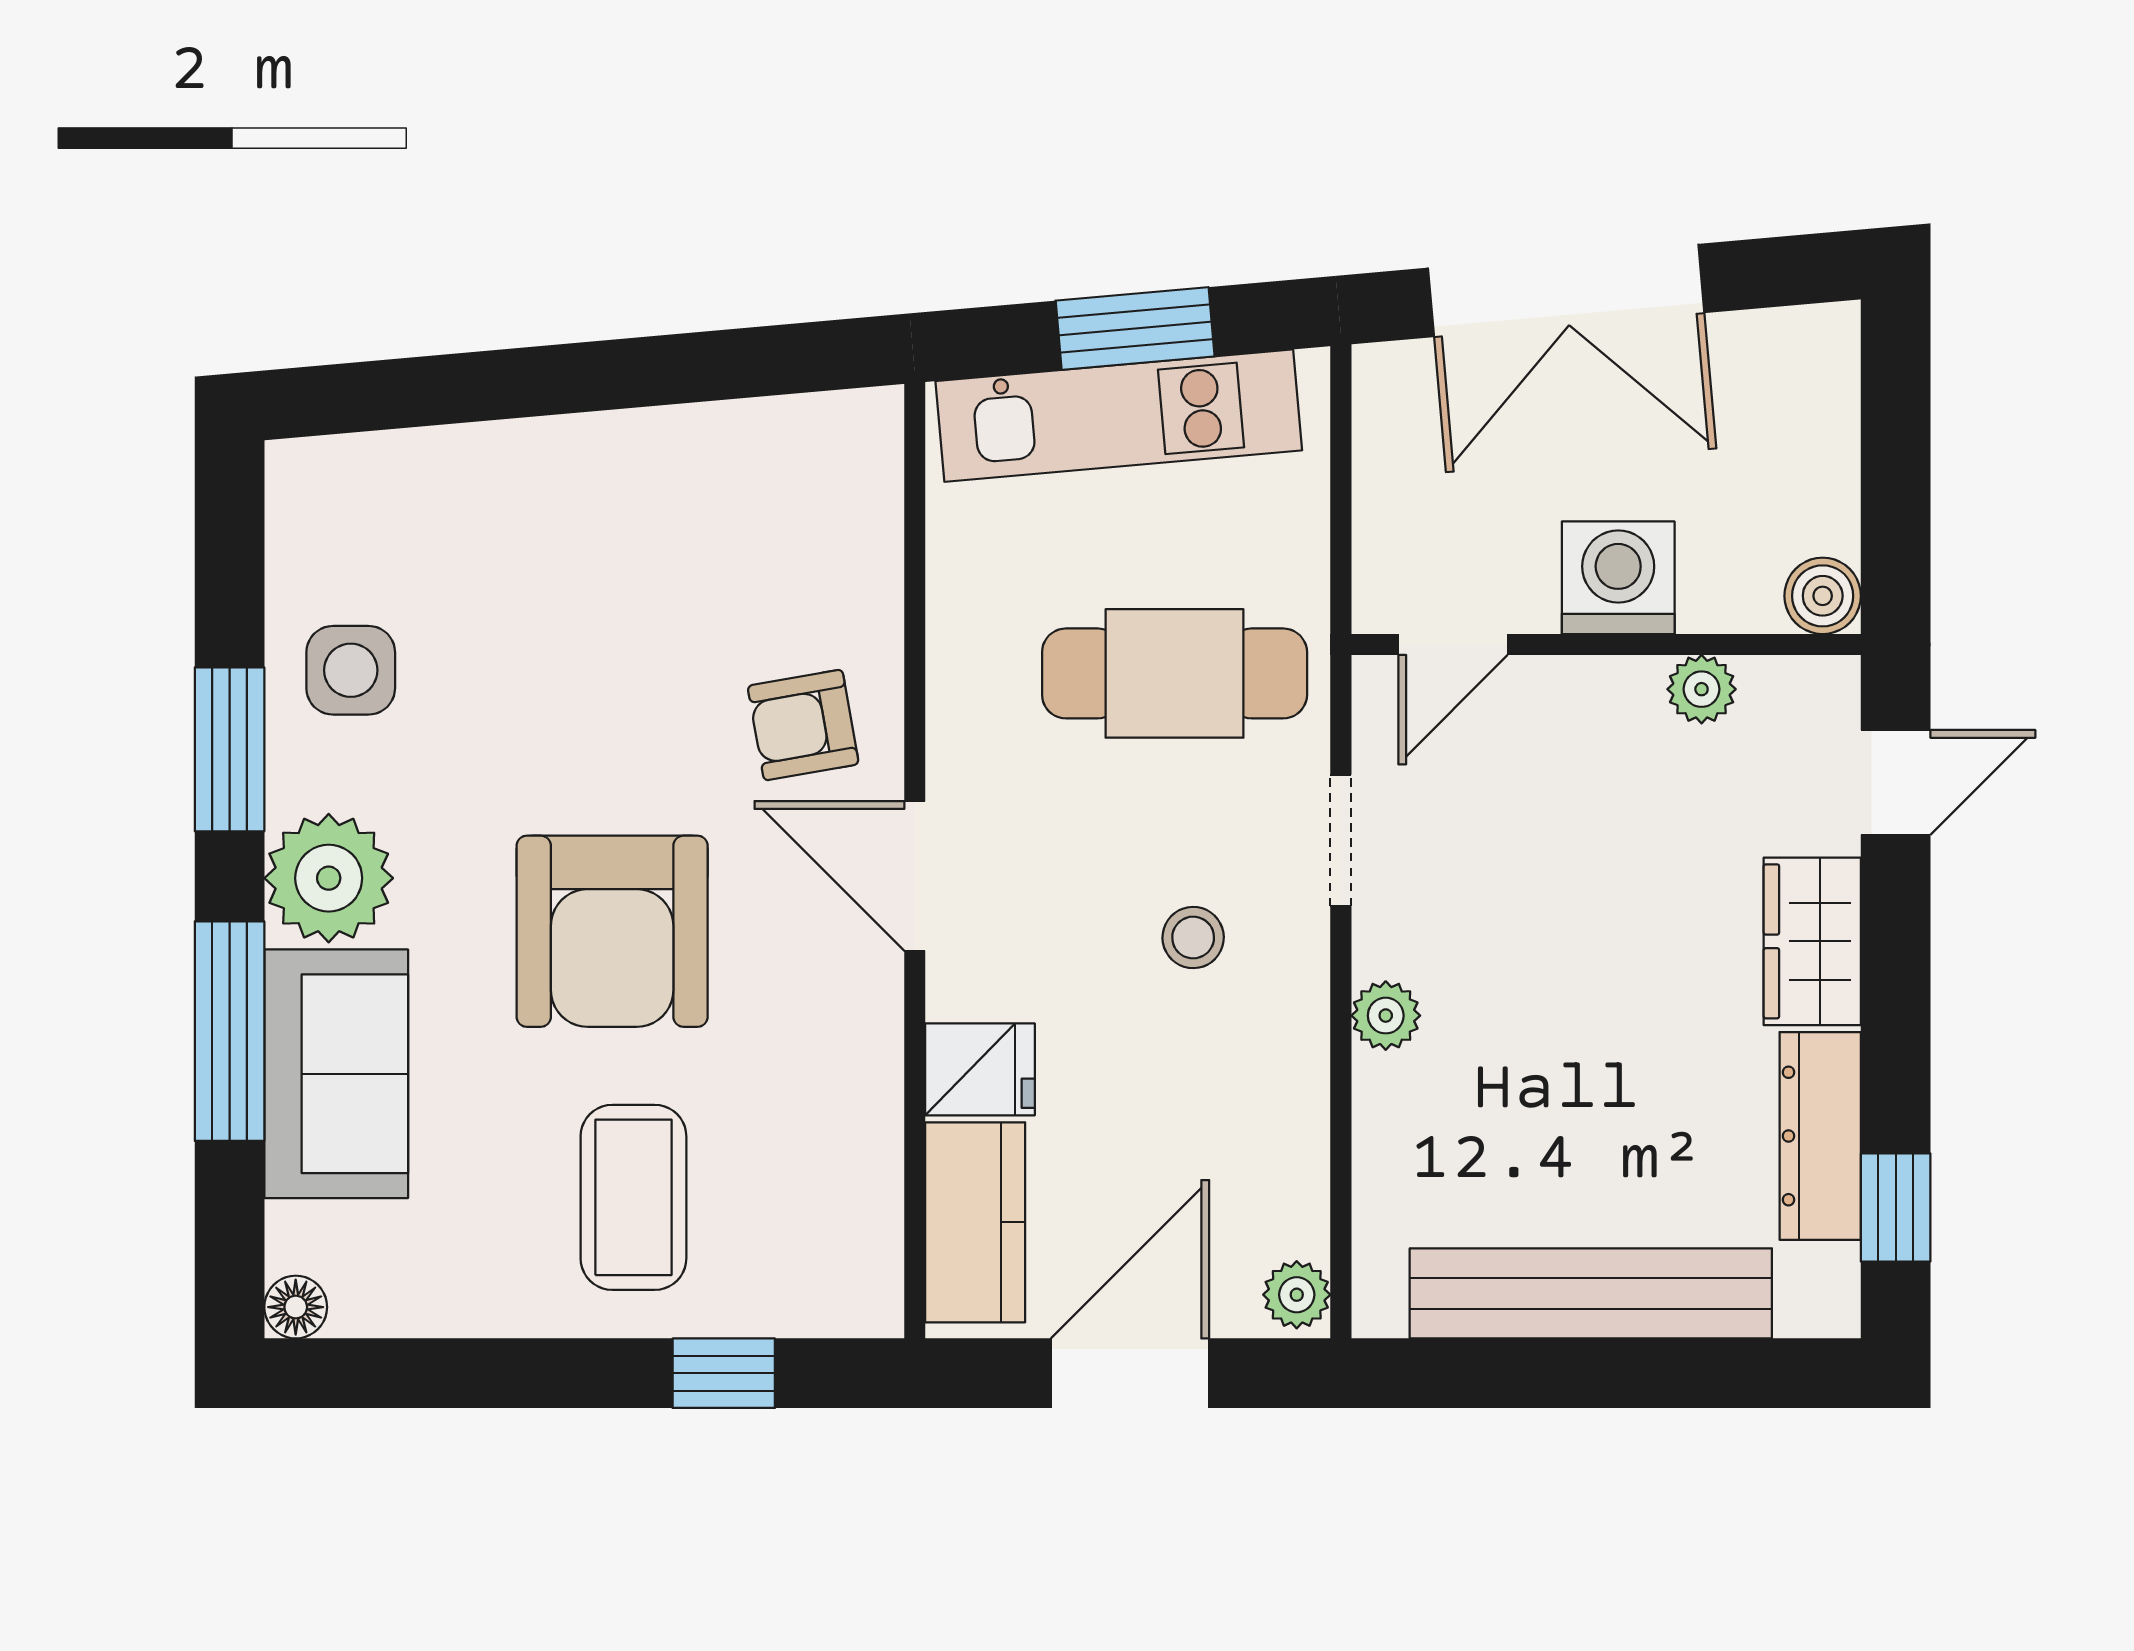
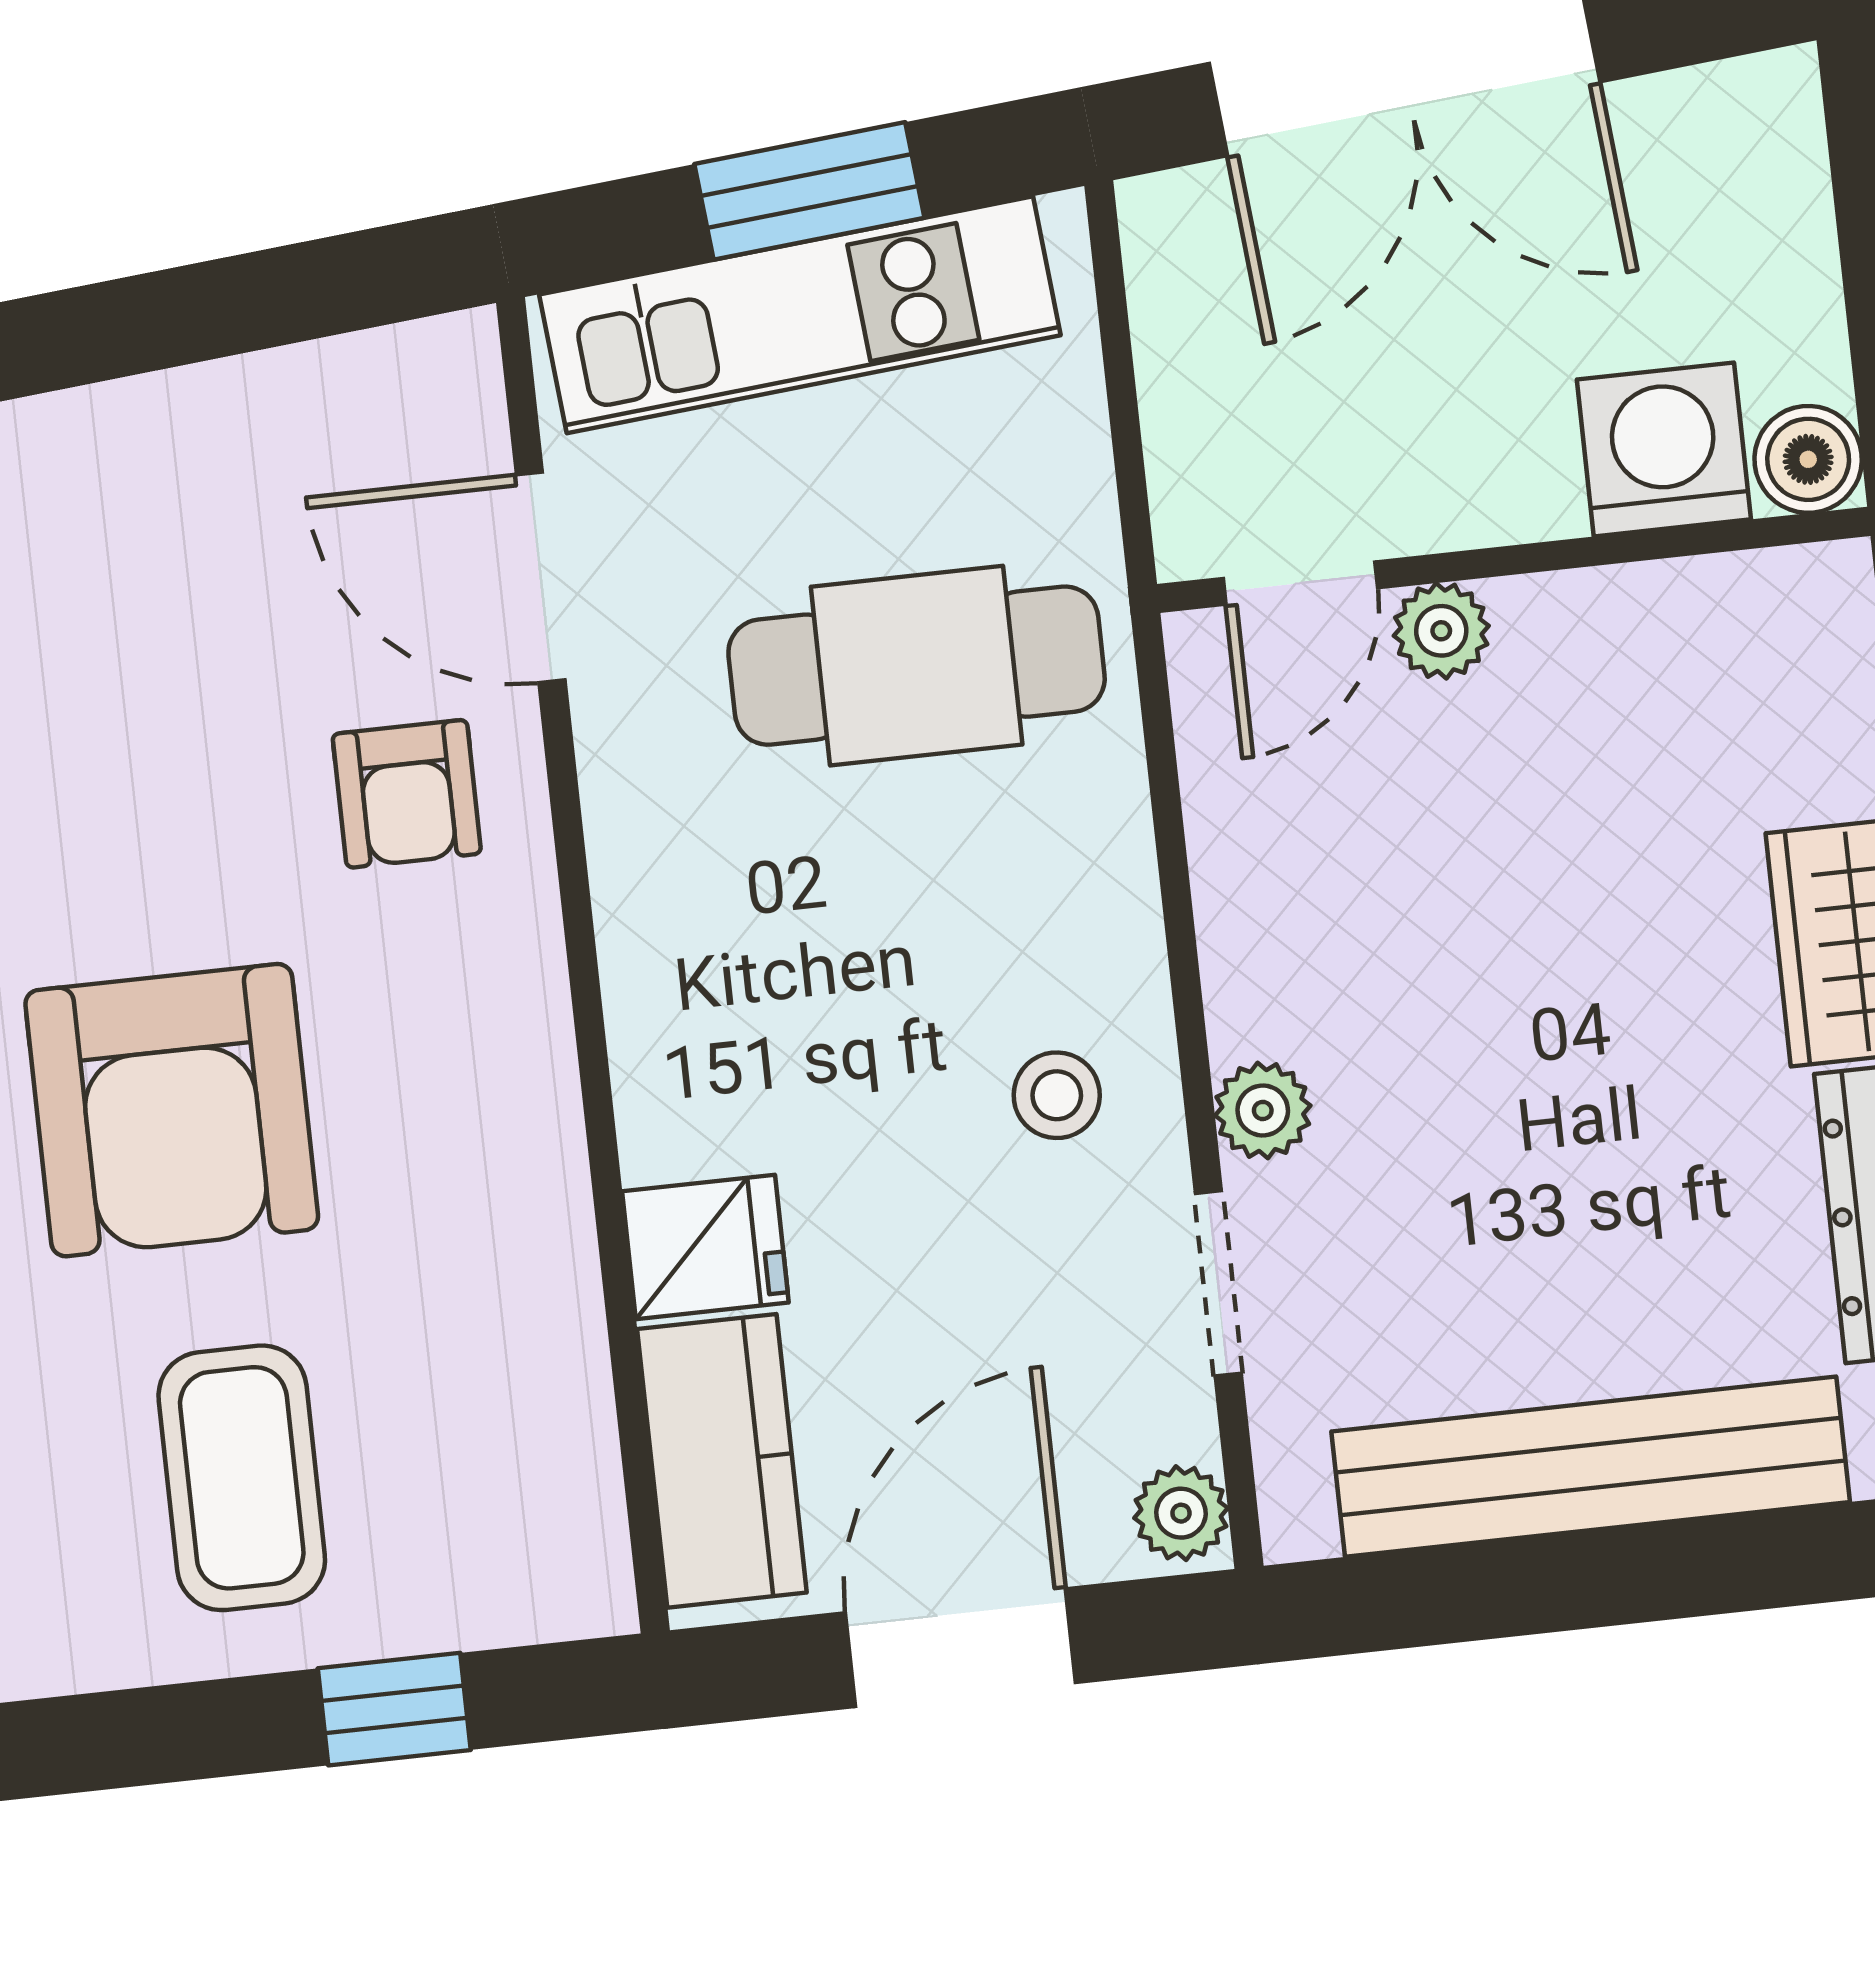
washing machine: (1618, 578) -> (1664, 449), moved
plant: (1702, 689) -> (1441, 631), moved
armchair: (803, 725) -> (407, 794), turned -80
doorway: (1341, 840) -> (1218, 1283), moved
door: (915, 876) -> (541, 577), moved
stool: (1193, 938) -> (1057, 1095), moved

